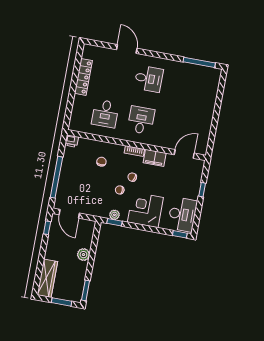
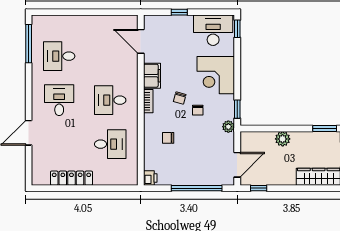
desk: (184, 85) -> (59, 56), added
plant: (114, 215) -> (228, 127), moved

